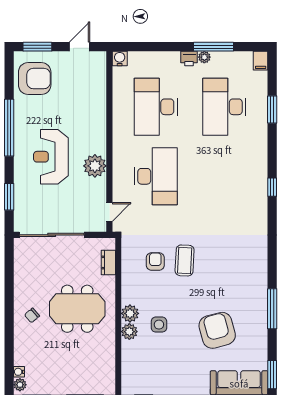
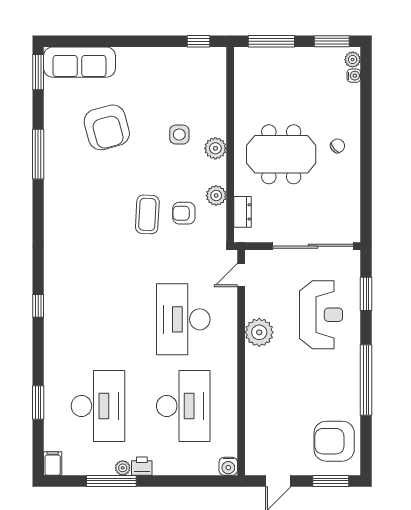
reception desk: (51, 157) -> (321, 315), moved
armchair: (155, 261) -> (184, 213), turned 90
plant: (129, 332) -> (216, 196), moved

